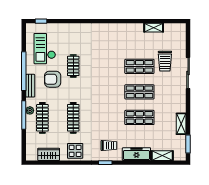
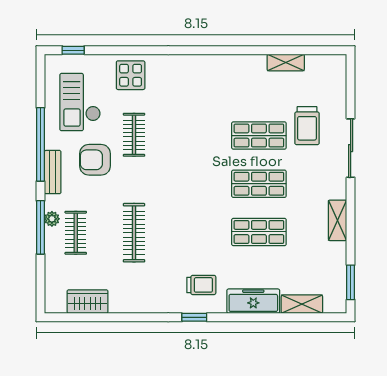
clothes rail: (42, 118) -> (76, 233), width x0.73
shelving: (181, 124) -> (338, 220), moved
display table: (75, 151) -> (131, 75), moved

